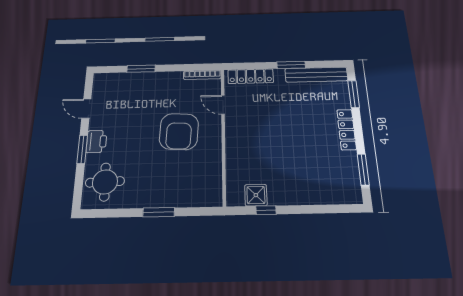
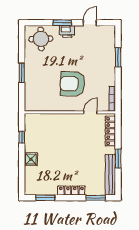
shower: (256, 195) -> (31, 159), moved

